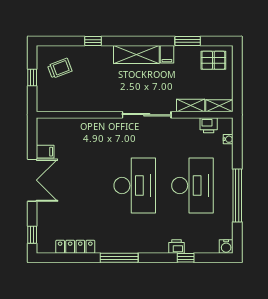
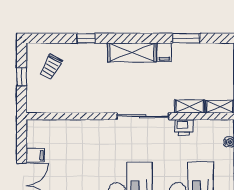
pallet: (213, 60) -> (213, 59), removed
trolley: (60, 68) -> (51, 67), turned 140
printer: (209, 125) -> (184, 127), moved

